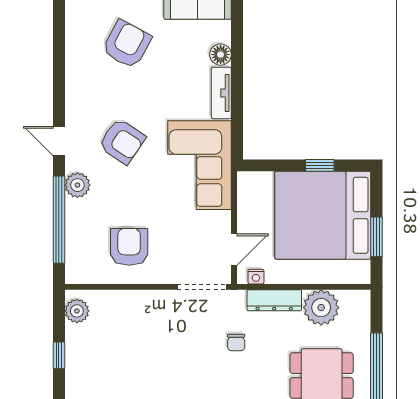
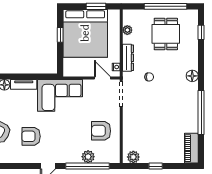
armchair: (122, 141) -> (31, 136), moved, turned -124
plant: (77, 185) -> (88, 157), moved
plant: (321, 308) -> (127, 30), width x0.53, depth x0.53

